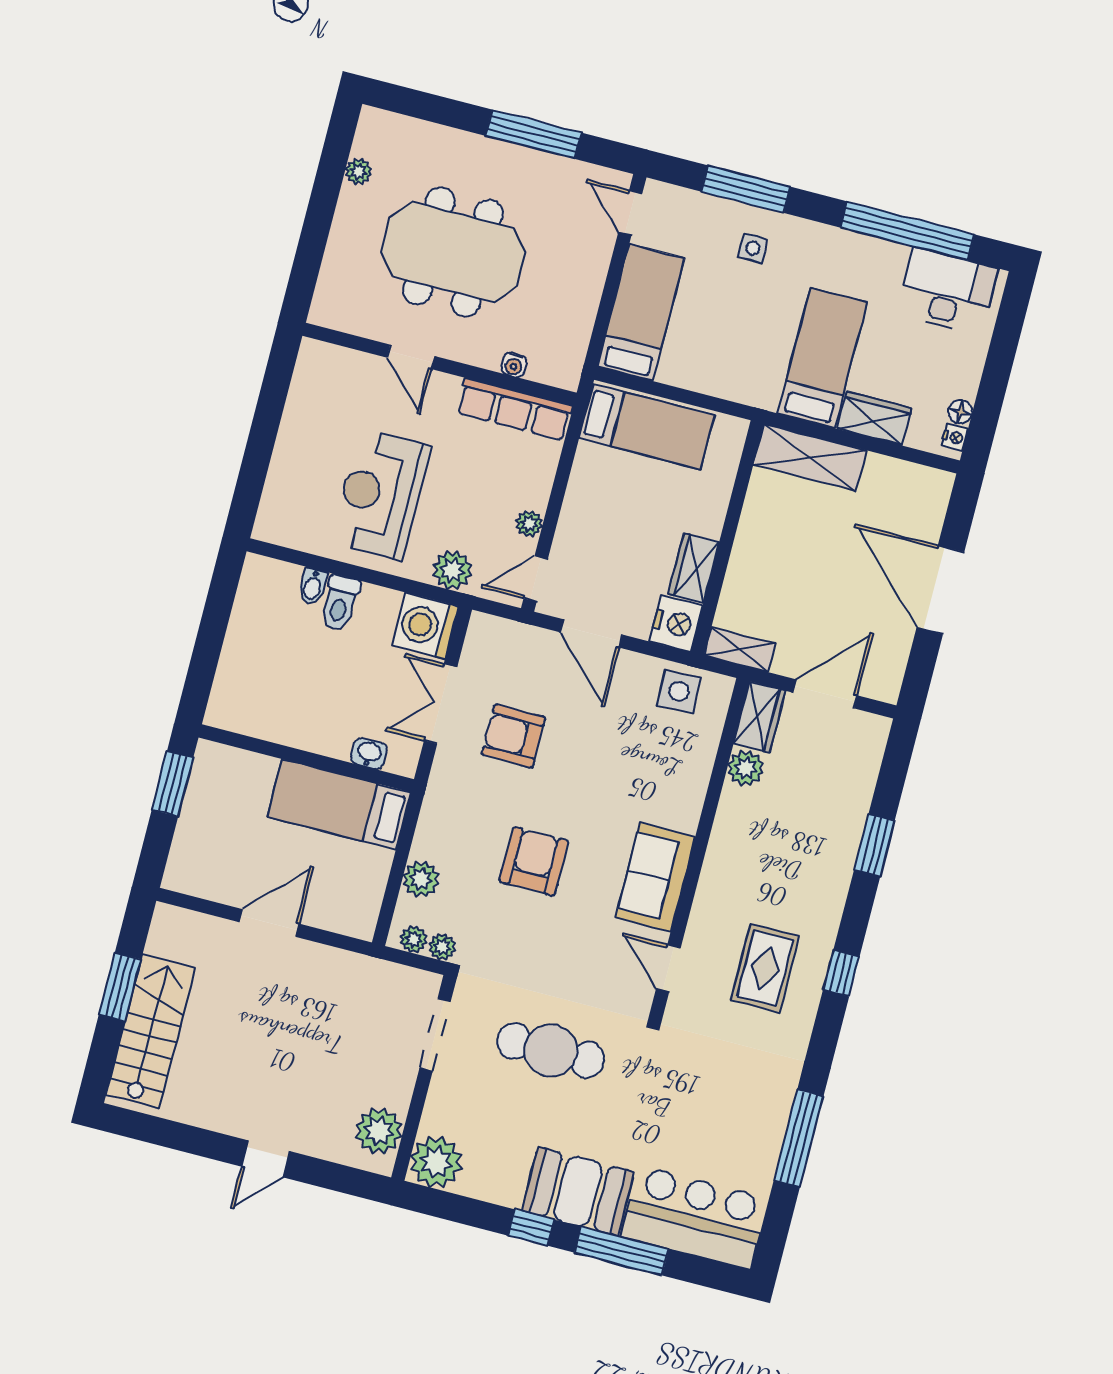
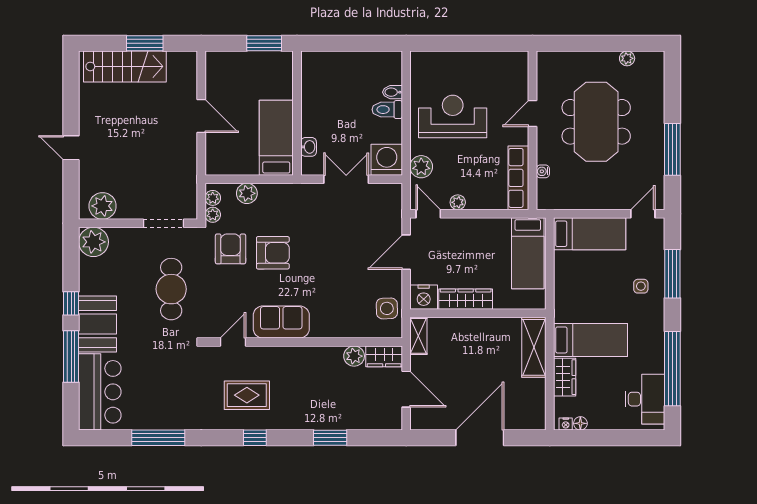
wardrobe: (694, 568) -> (466, 299), width x1.50
armchair: (514, 736) -> (231, 249), moved

